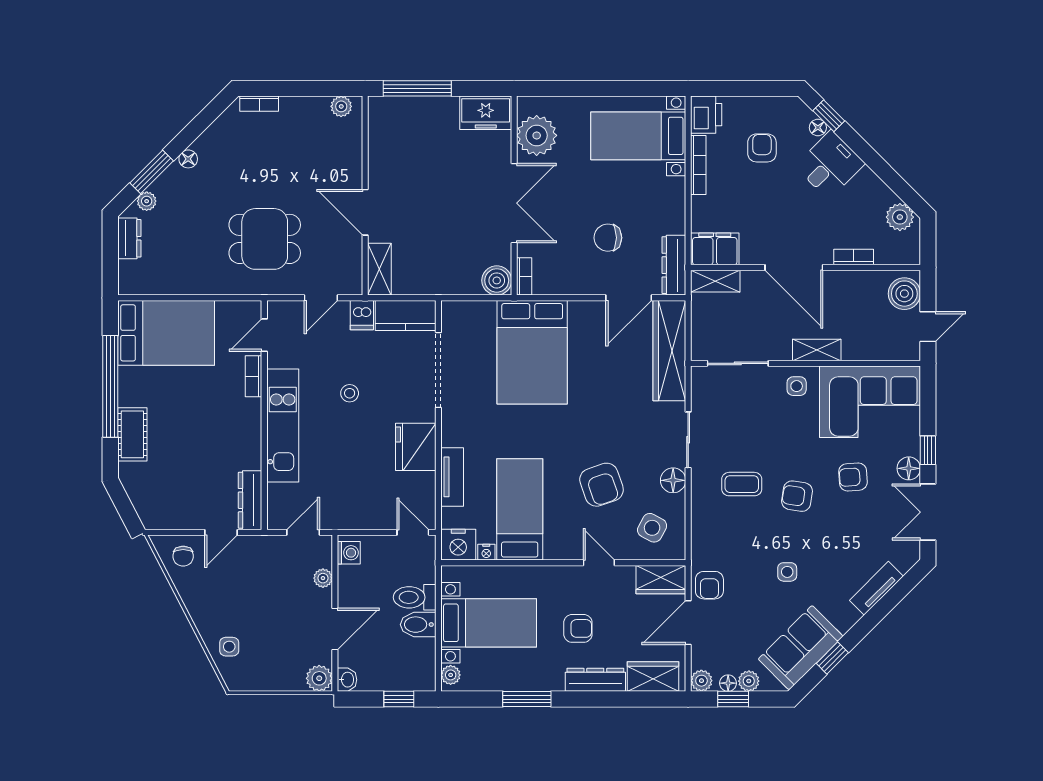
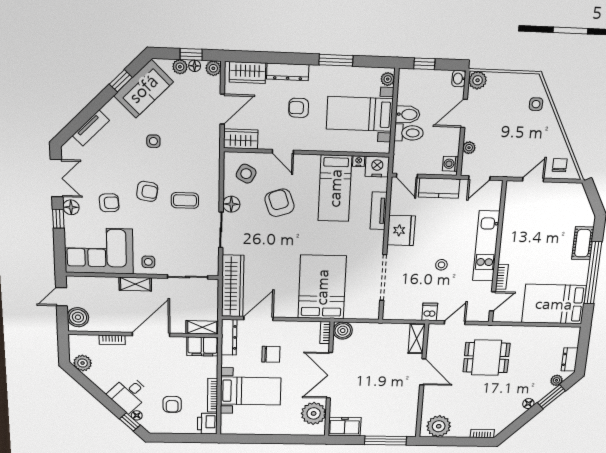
plant: (341, 106) -> (439, 426), width x1.87, depth x1.87
bed with nightstands: (638, 136) -> (251, 391), moved
door: (794, 267) -> (151, 334), hinge flipped
kitchen counter: (406, 315) -> (439, 188), moved, turned 180
dresser: (250, 500) -> (512, 200), removed
armchair: (709, 585) -> (207, 134), removed

